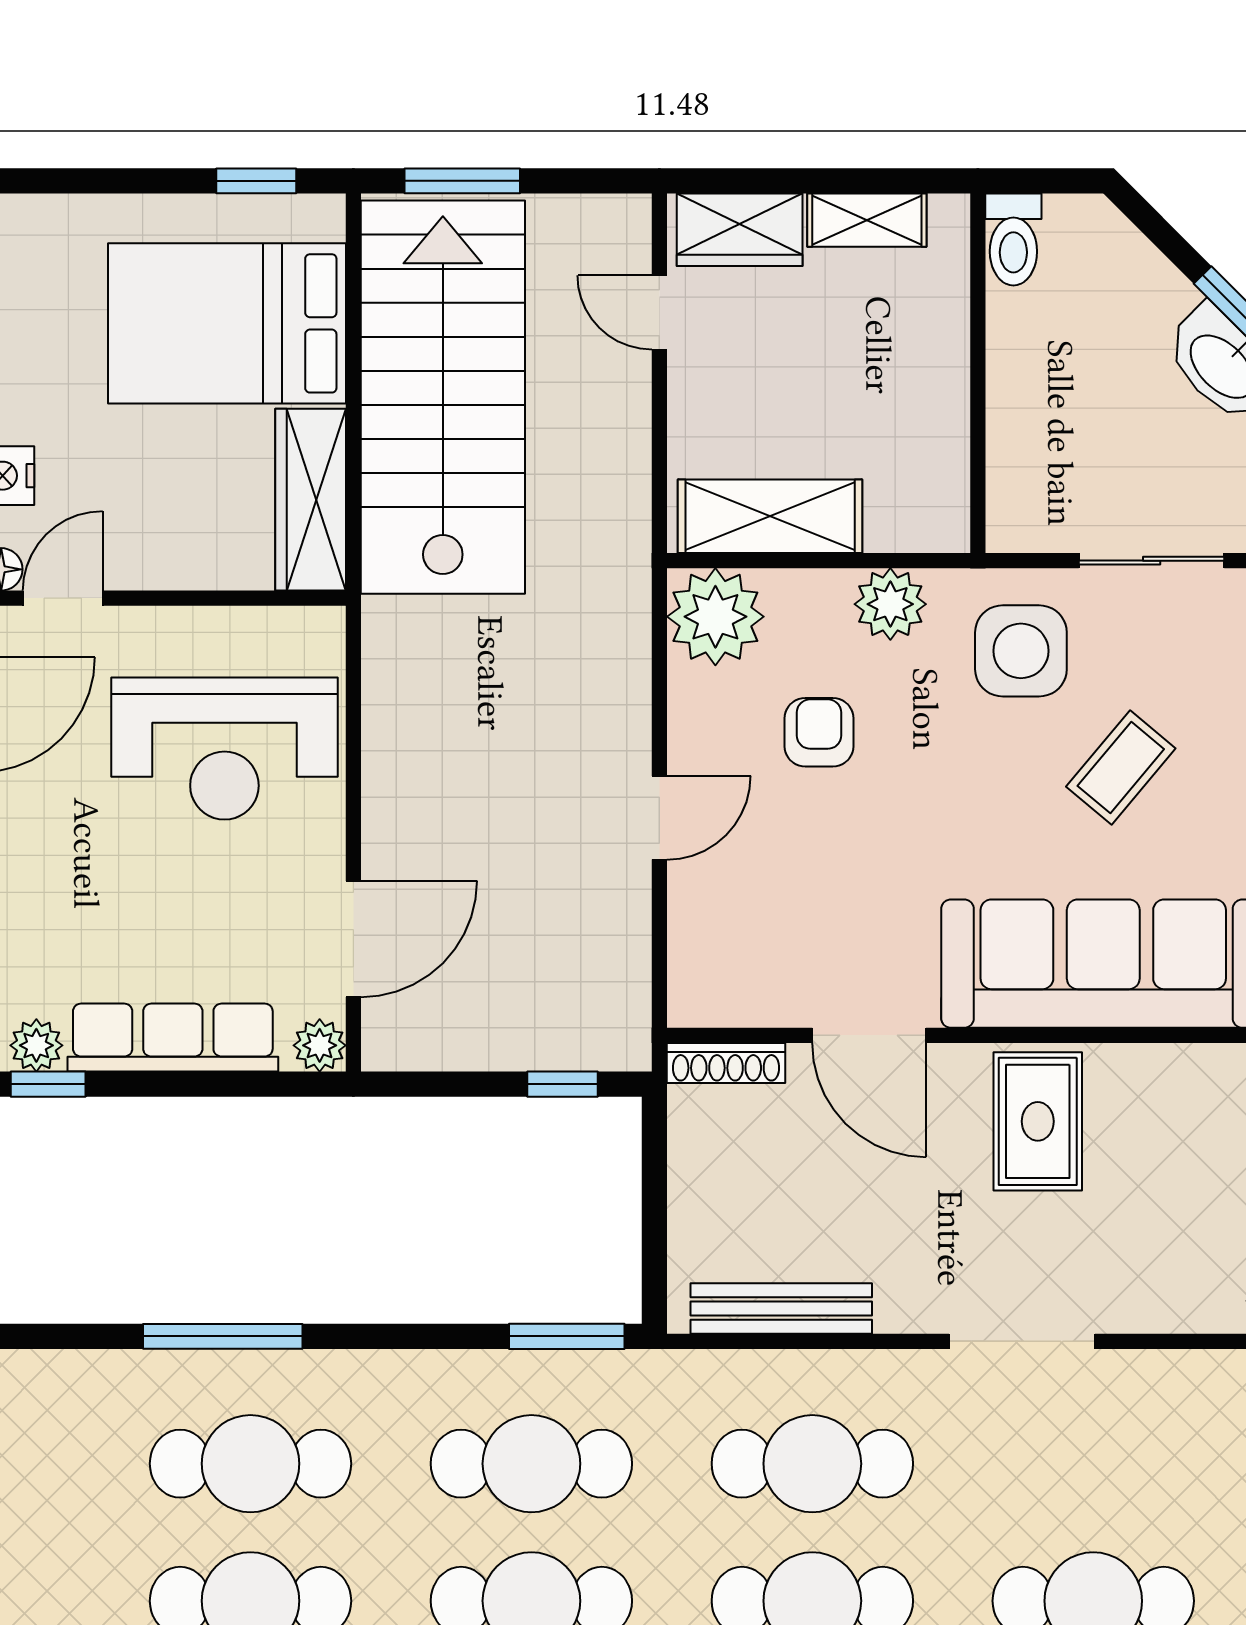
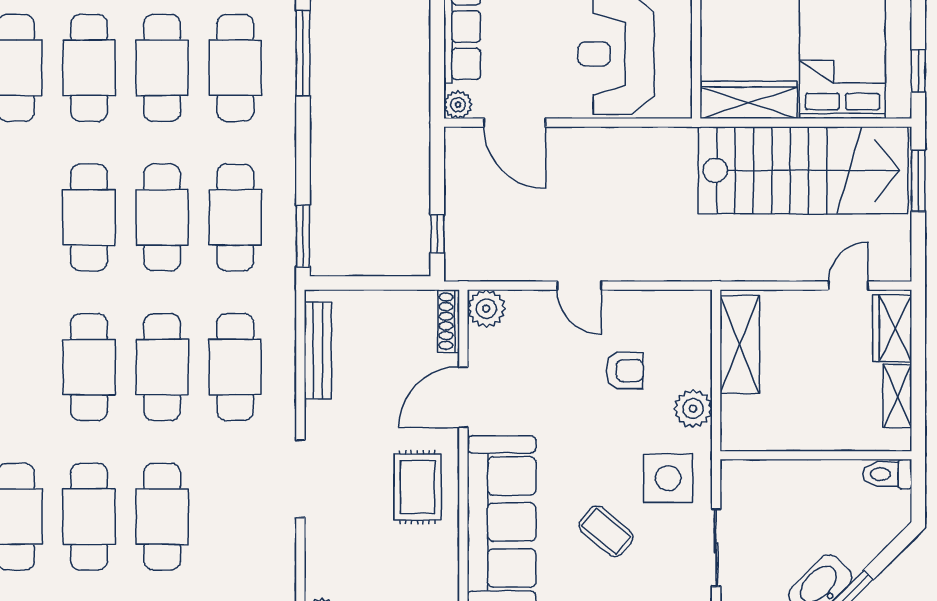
plant: (715, 617) -> (486, 309), moved, width x0.73, depth x0.73
rug: (1038, 1121) -> (417, 487), turned 90

